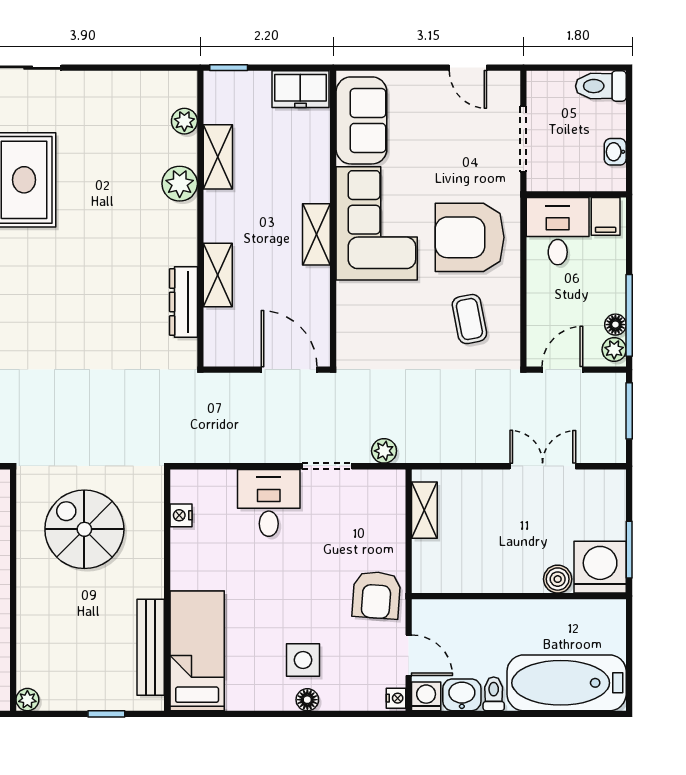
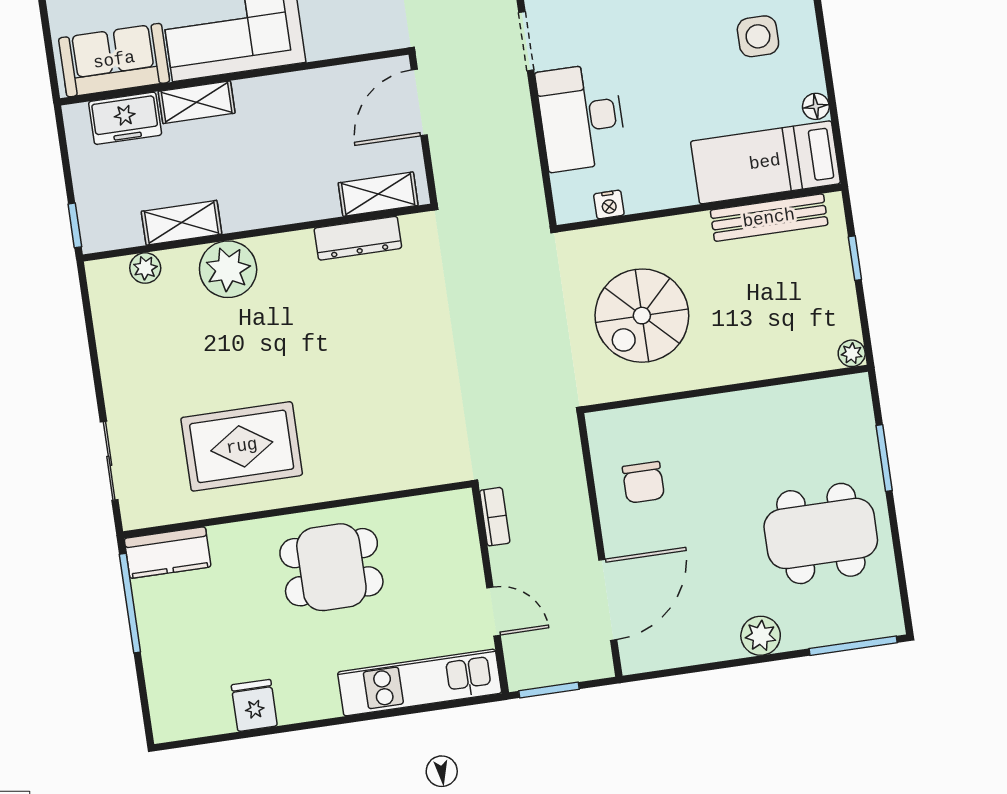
freezer: (300, 89) -> (125, 118), moved, turned 90
plant: (180, 184) -> (228, 269), width x1.36, depth x1.36
shelving: (316, 234) -> (197, 102), moved
shelving: (218, 275) -> (378, 194), moved
desk: (269, 503) -> (581, 117), width x1.37
floor lamp: (307, 700) -> (816, 106), moved

